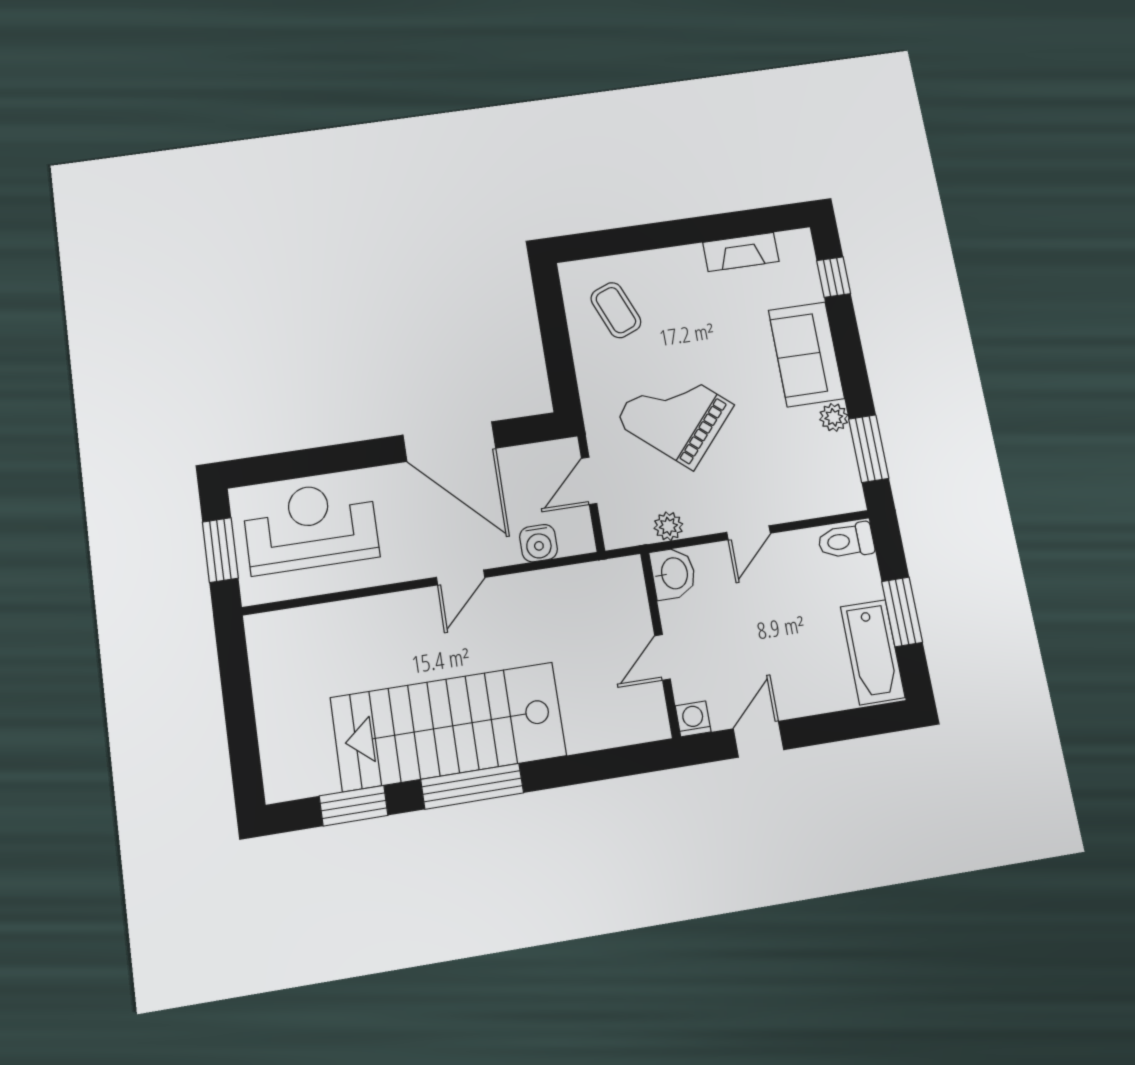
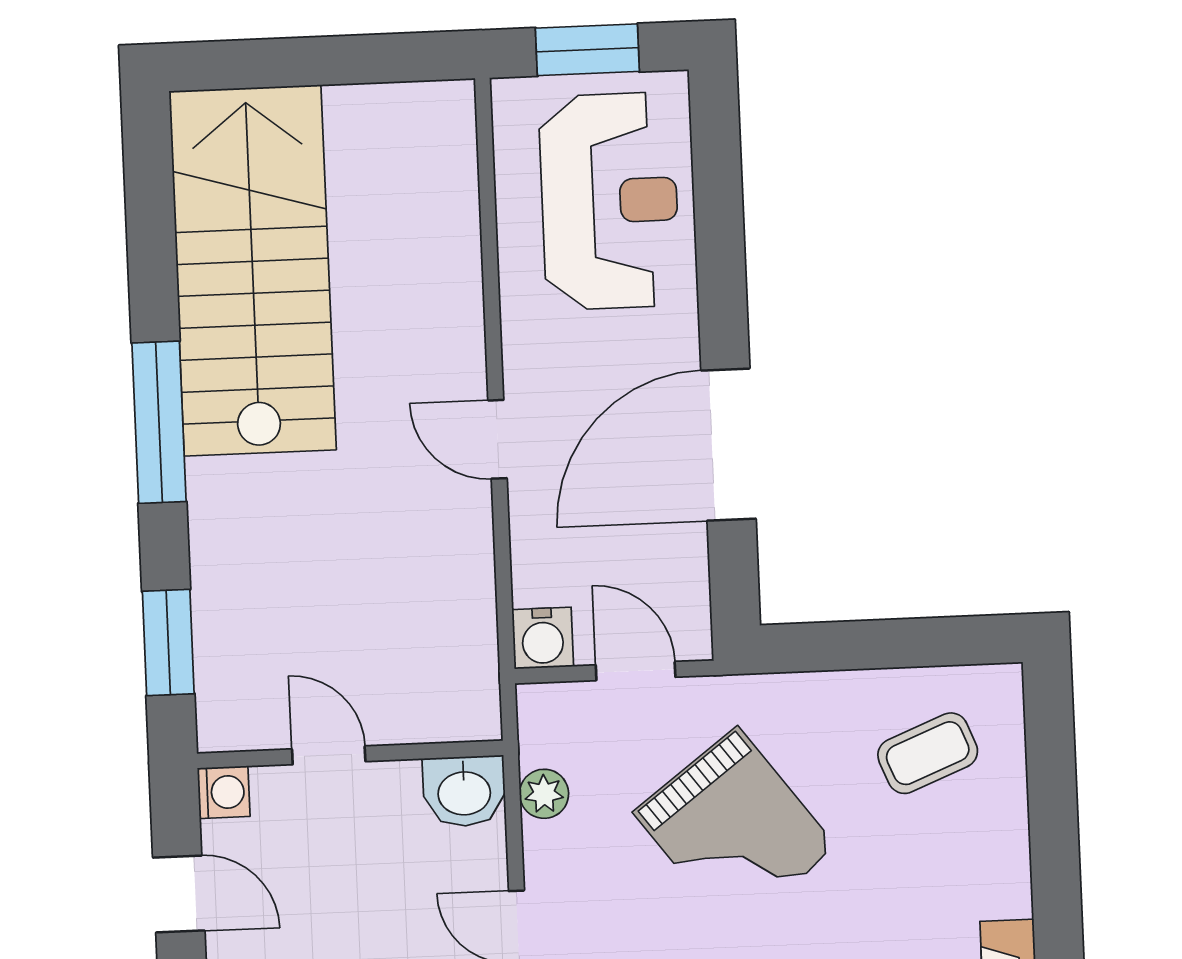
grand piano: (675, 414) -> (735, 830), turned 102
water cooler: (539, 543) -> (543, 638), moved, turned -90
stairs: (448, 727) -> (253, 270), moved
window: (354, 806) -> (168, 643), moved

